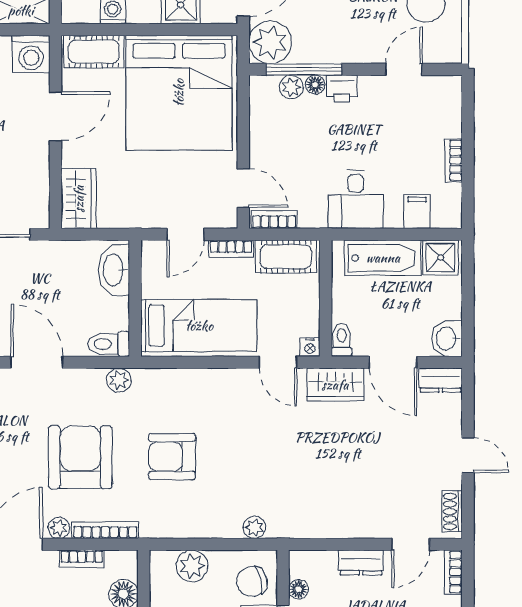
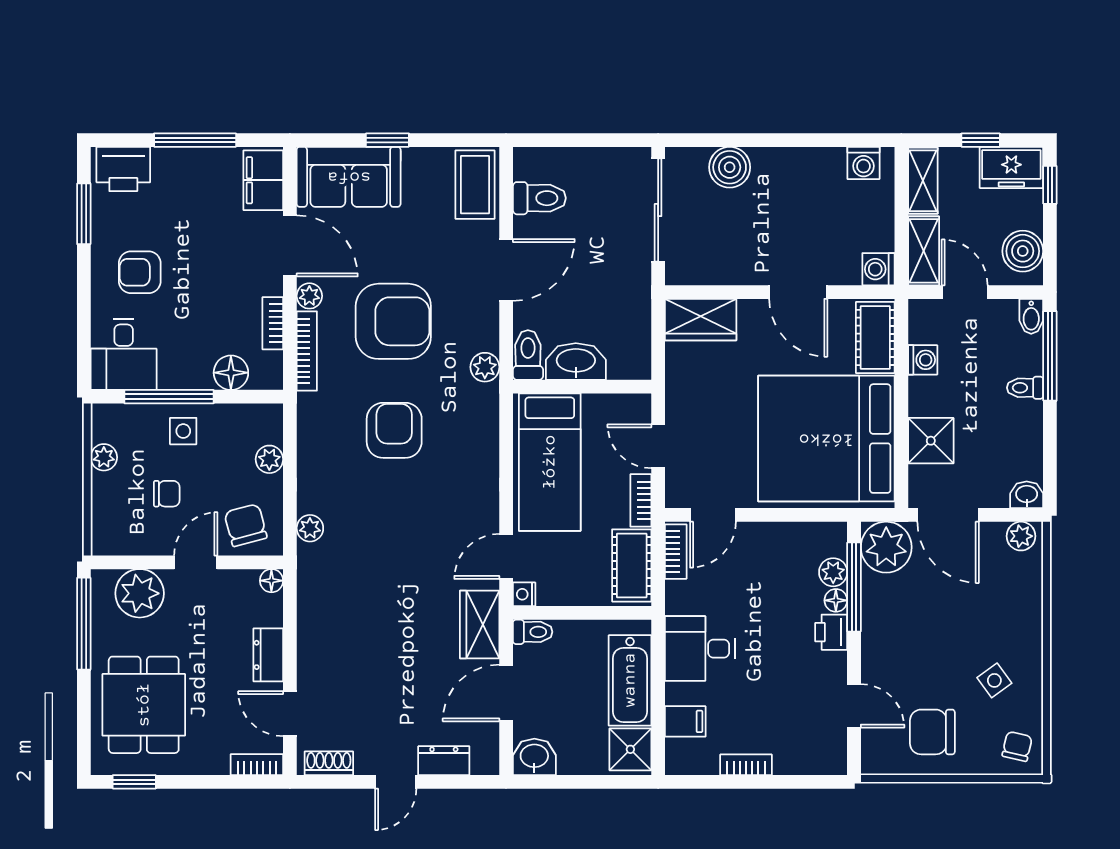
washing machine: (31, 54) -> (878, 269), width x0.73, depth x0.73
washbasin: (114, 270) -> (576, 361), moved
dresser: (441, 380) -> (444, 761), moved, turned 90
plant: (192, 566) -> (269, 459), width x0.73, depth x0.73
floor lamp: (299, 589) -> (271, 581), moved

